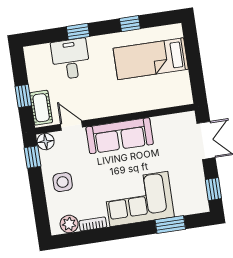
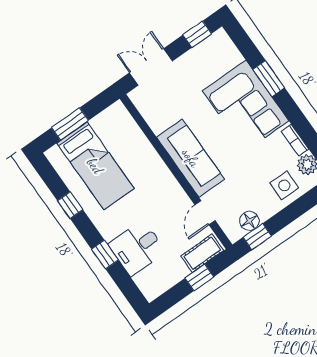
window: (193, 55) -> (70, 124), added
floor lamp: (46, 141) -> (249, 221), moved
side table: (63, 182) -> (284, 185), moved
window: (170, 225) -> (269, 79), moved

